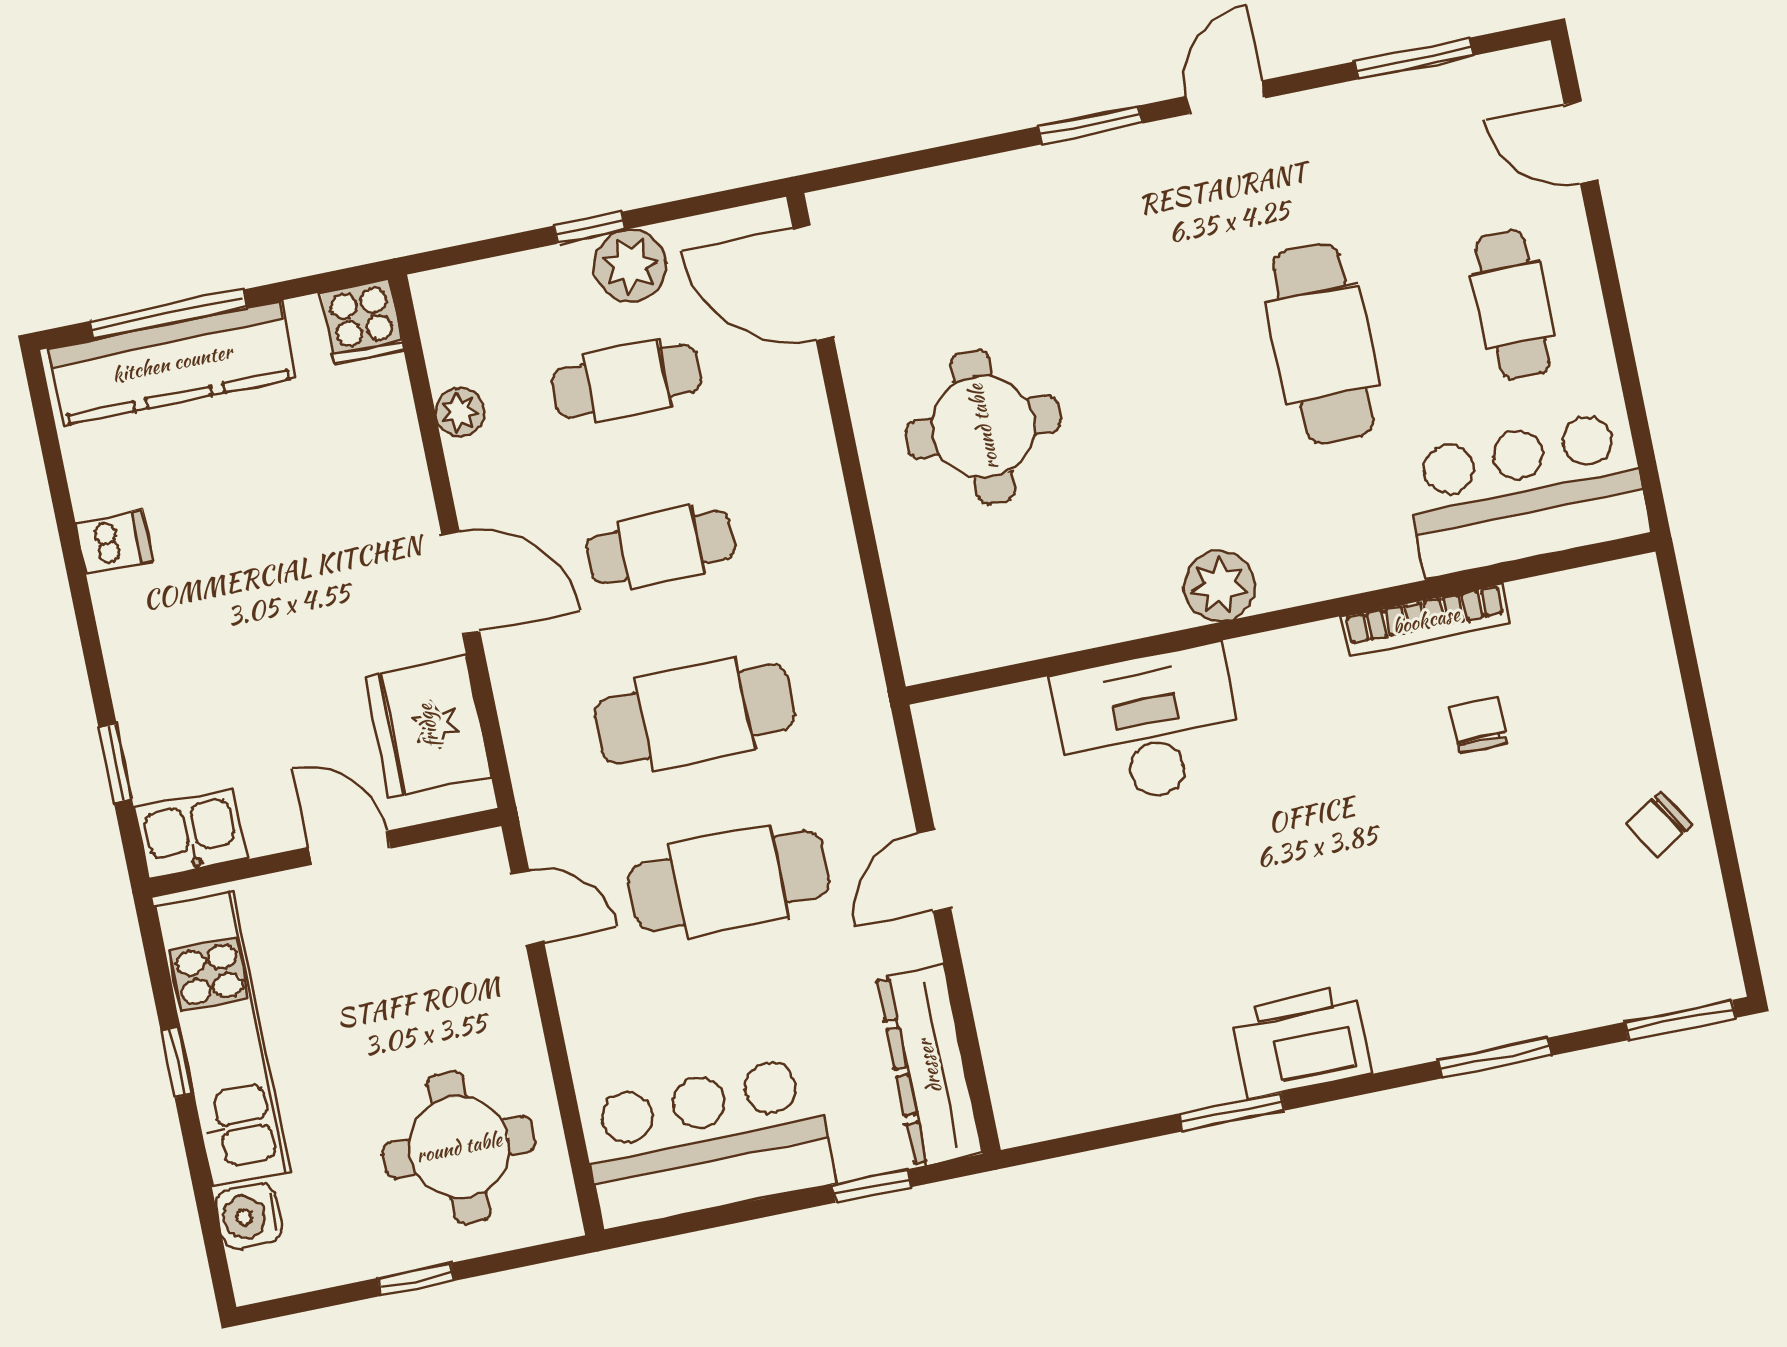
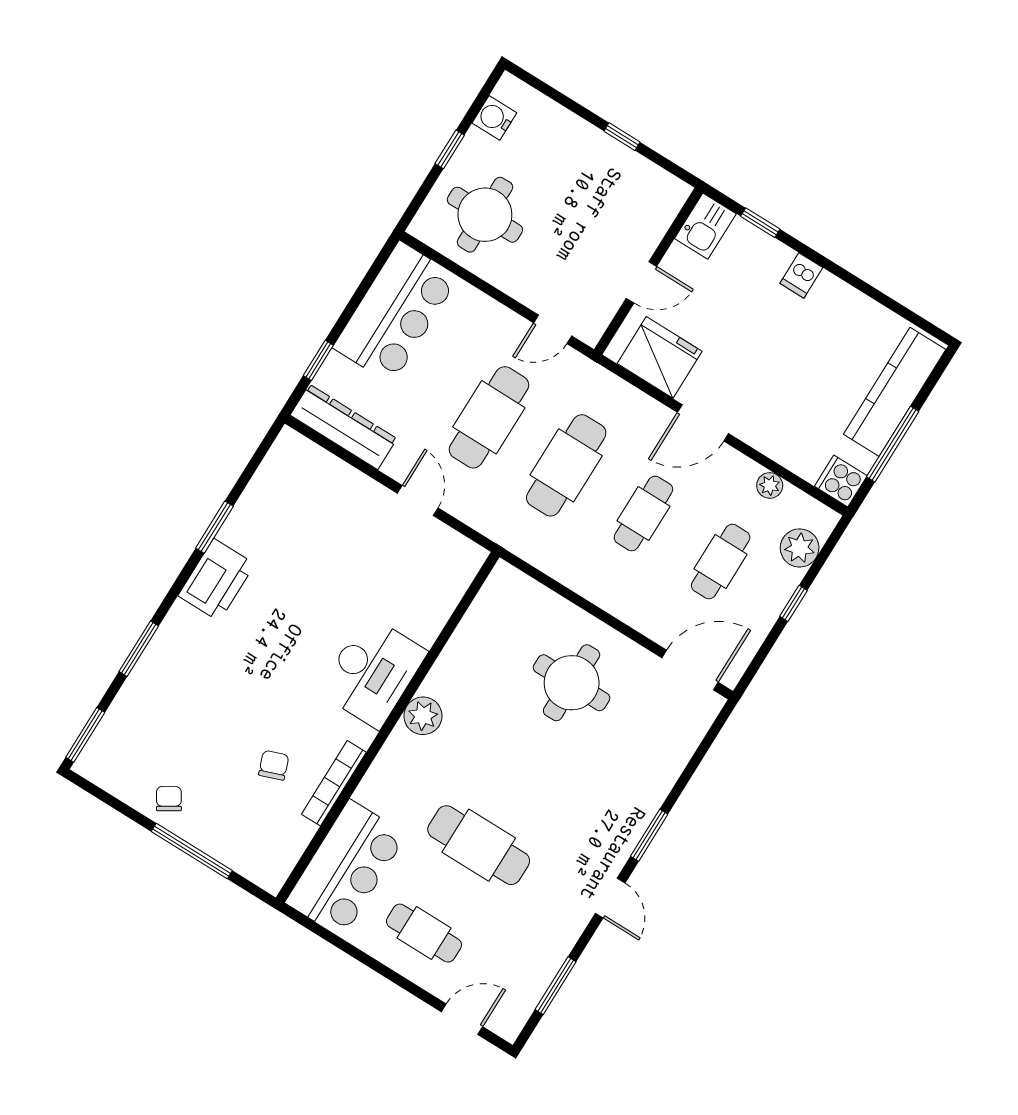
plant: (630, 266) -> (800, 548), moved
window: (168, 314) -> (893, 444), moved
dishwasher: (114, 542) -> (801, 275), moved
chair: (1479, 725) -> (274, 765), turned -110
desk: (1148, 726) -> (373, 672), moved
window: (1701, 726) -> (192, 851), added
kitchen unit: (223, 1039) -> (614, 163), removed
water cooler: (249, 1216) -> (494, 118), moved, turned -90

